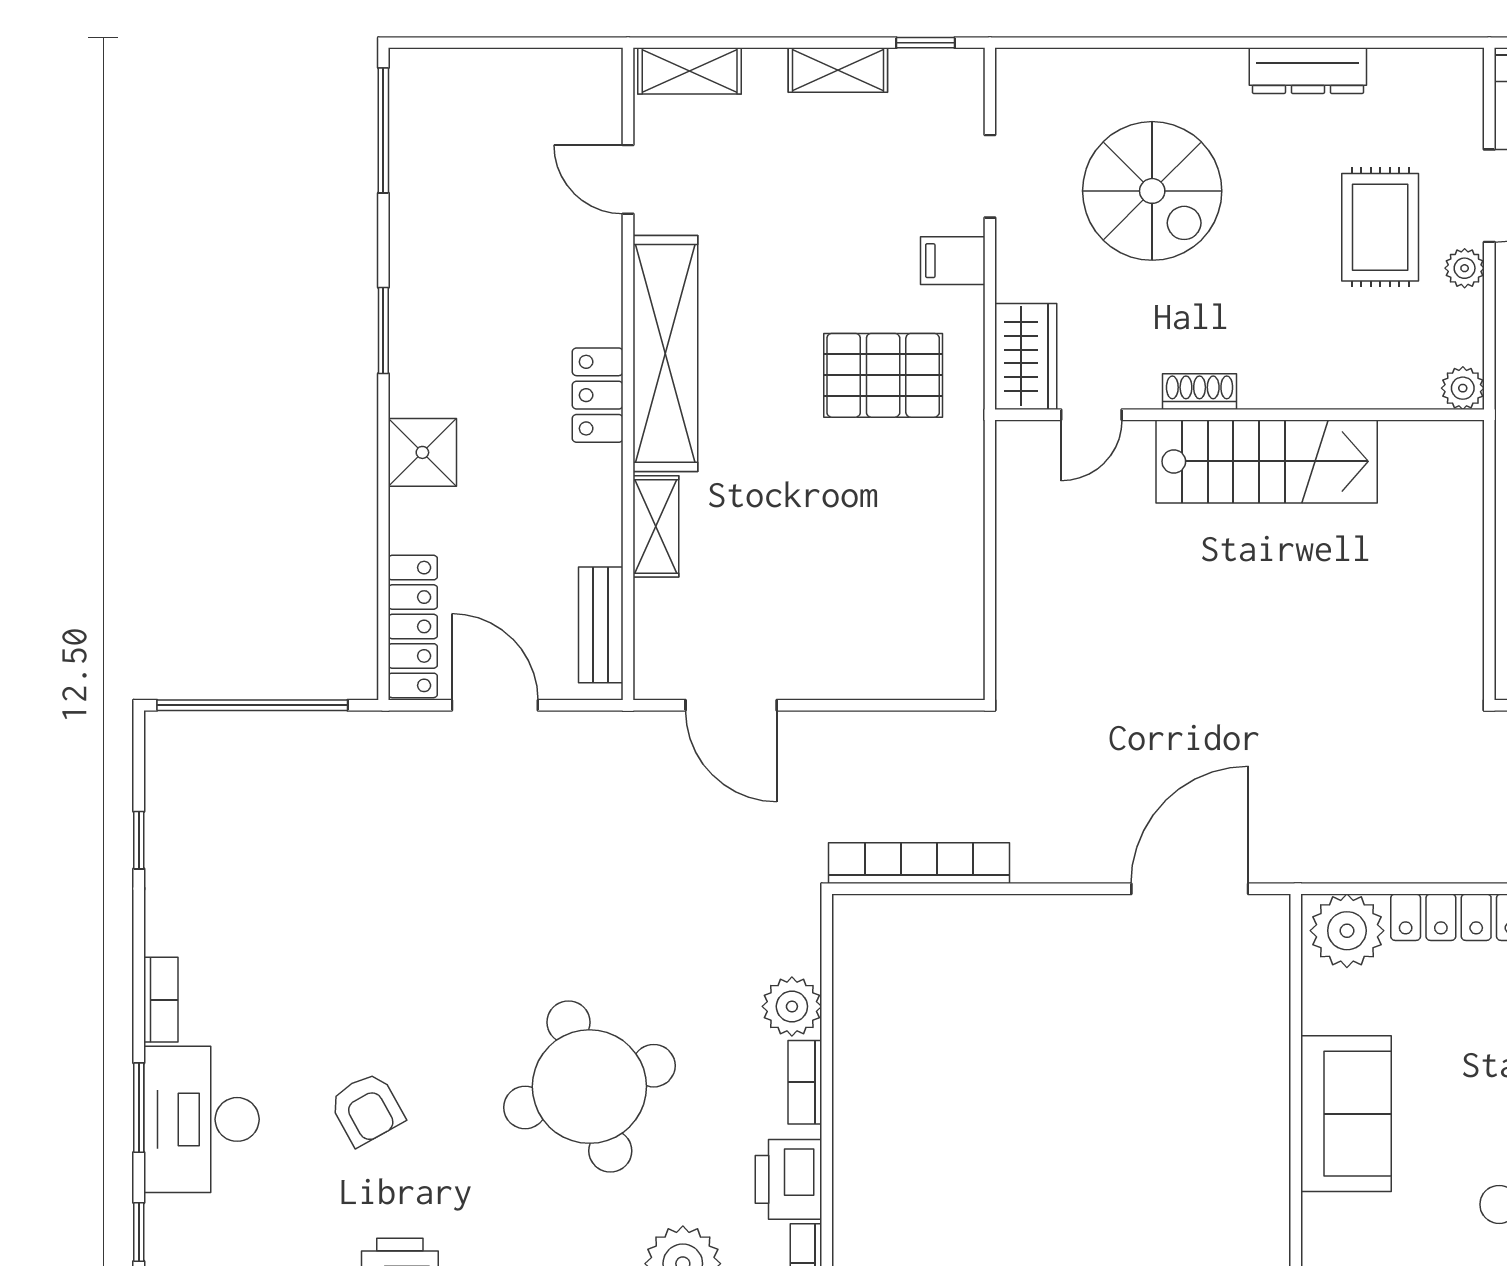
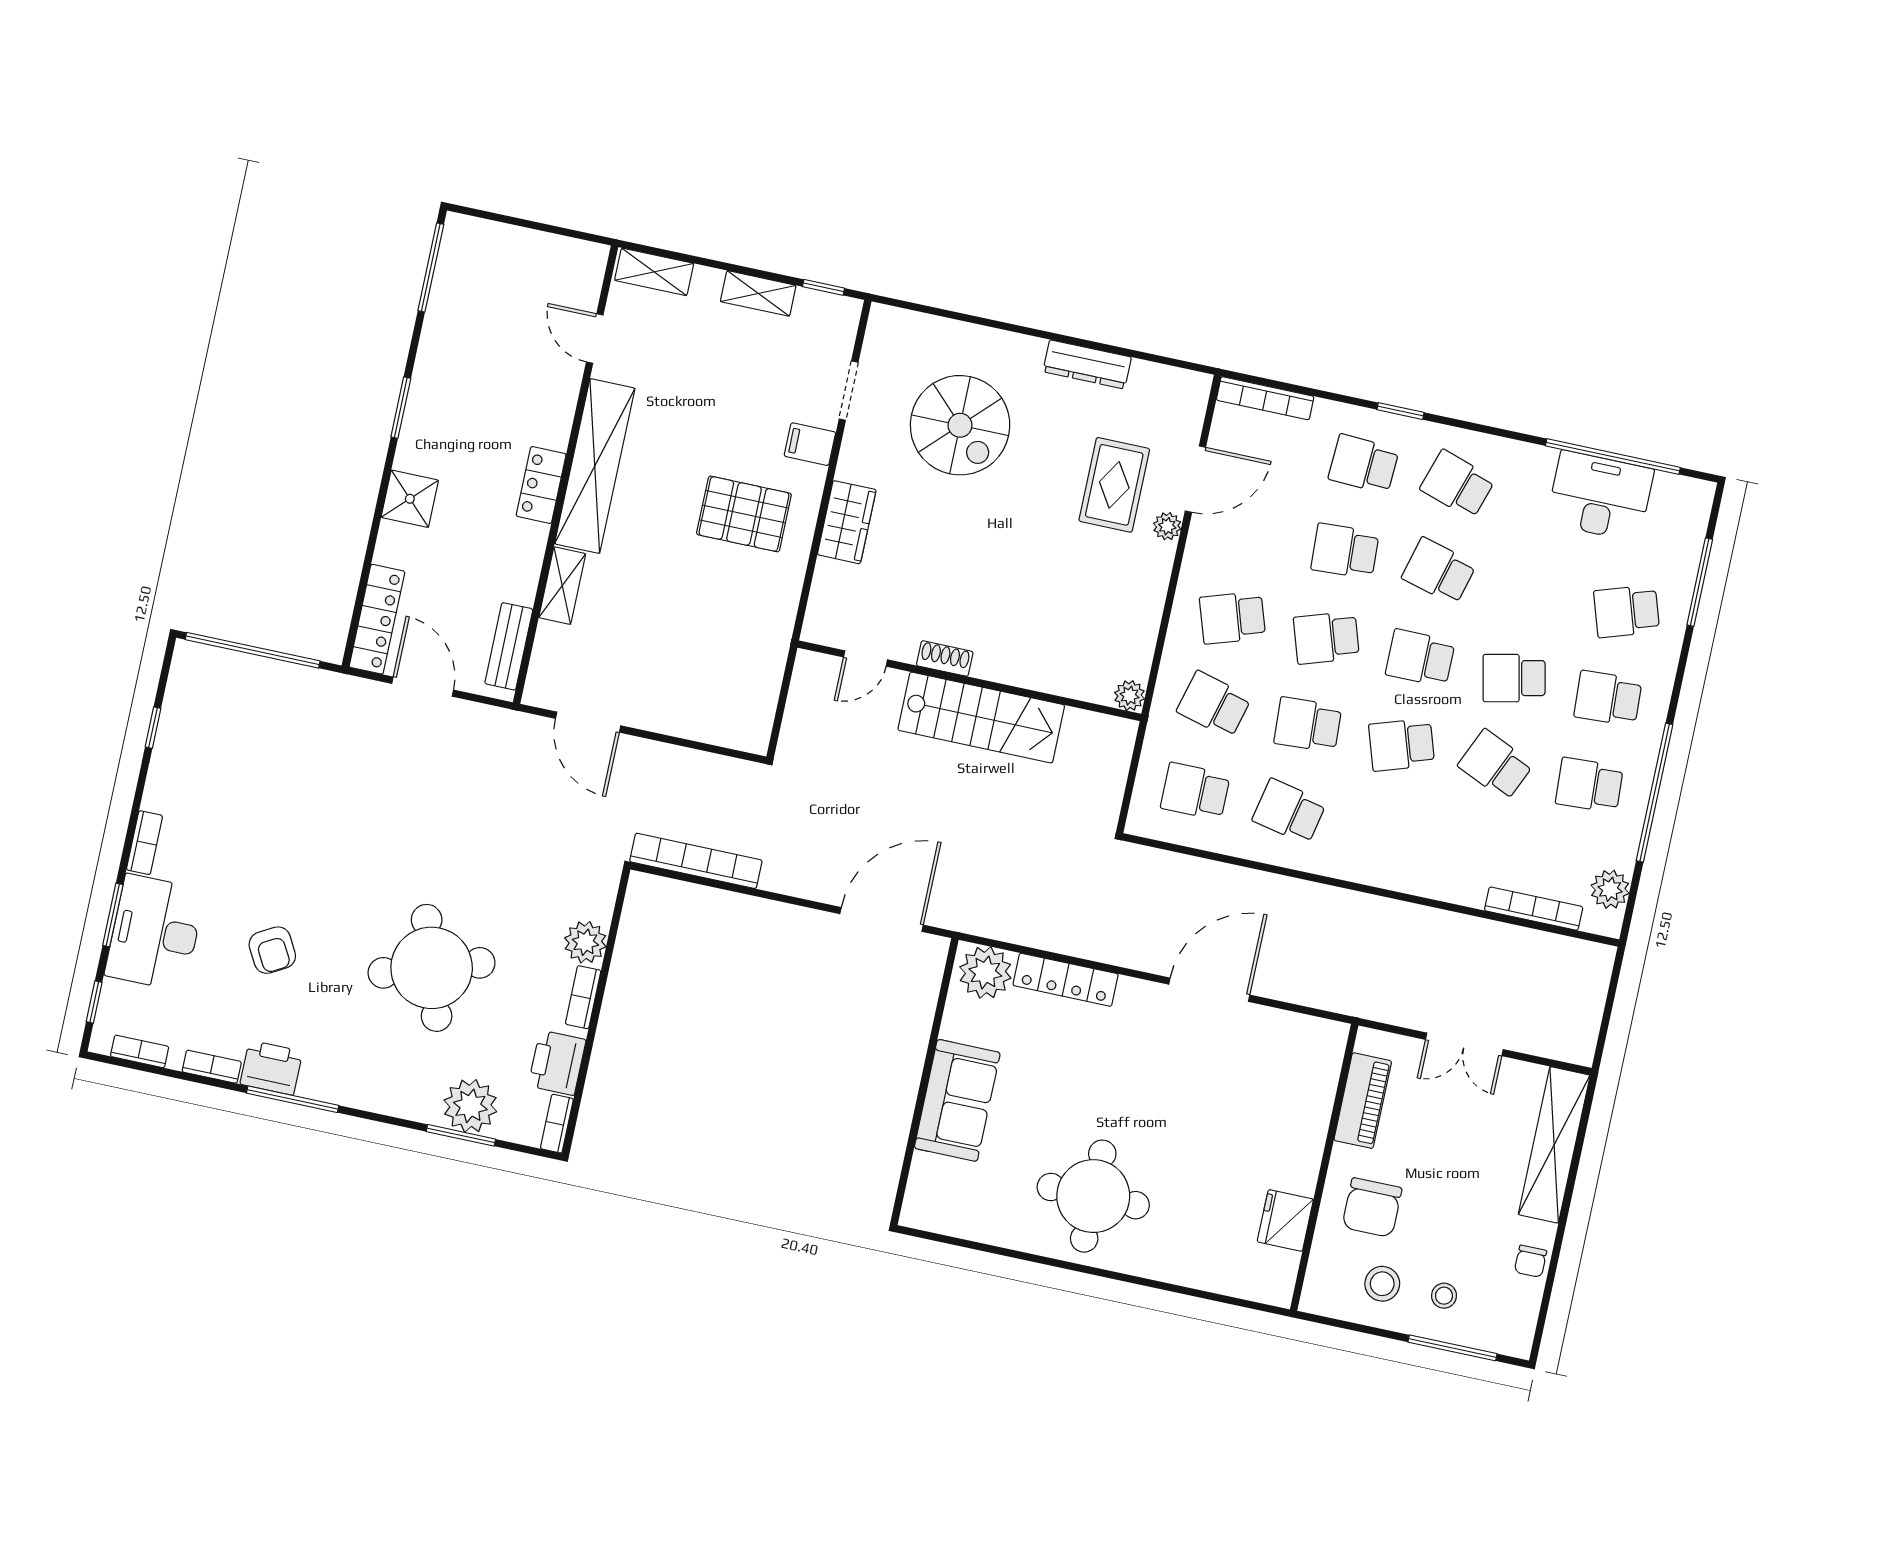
plant: (1463, 388) -> (1130, 696), moved
shoe rack: (1200, 392) -> (945, 659), moved
door: (1091, 415) -> (866, 658), moved
wall: (1240, 415) -> (969, 681), moved
stairs: (1267, 461) -> (981, 718), moved

